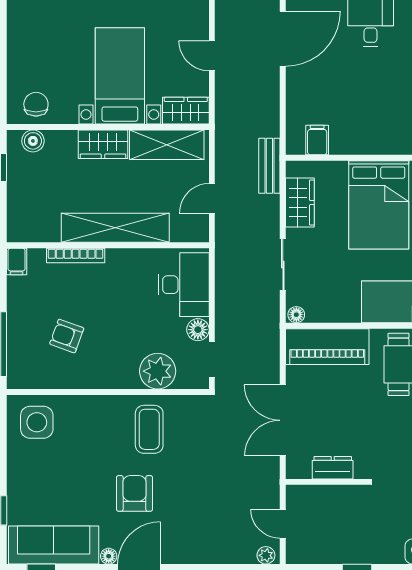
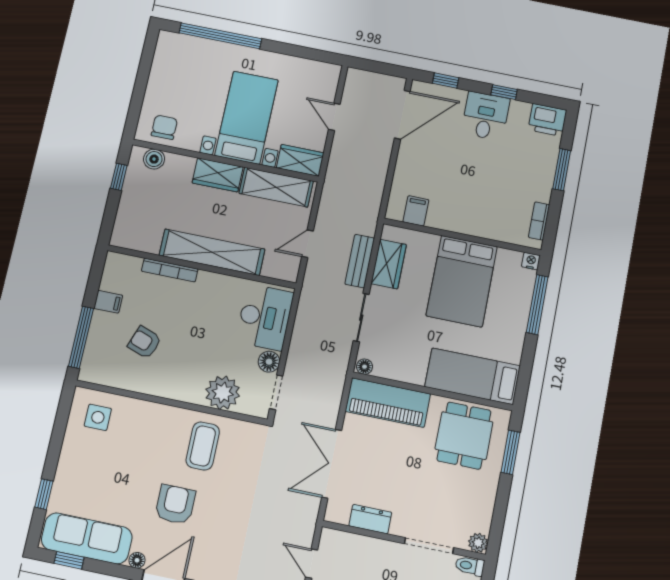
bench: (269, 166) -> (360, 261), moved
filing cabinet: (17, 261) -> (108, 302), moved, turned -90
side table: (37, 422) -> (98, 417), width x0.73, depth x0.73

